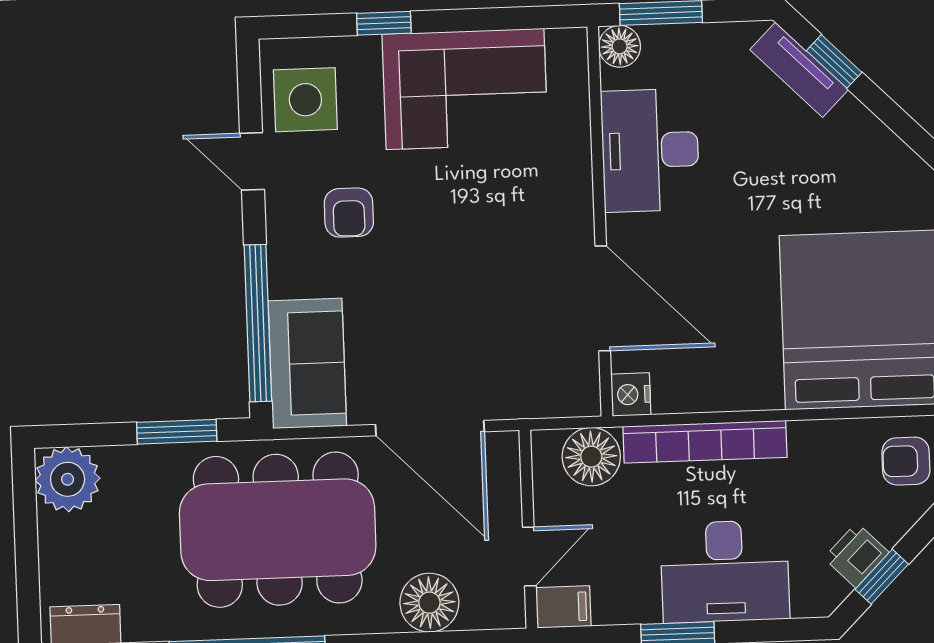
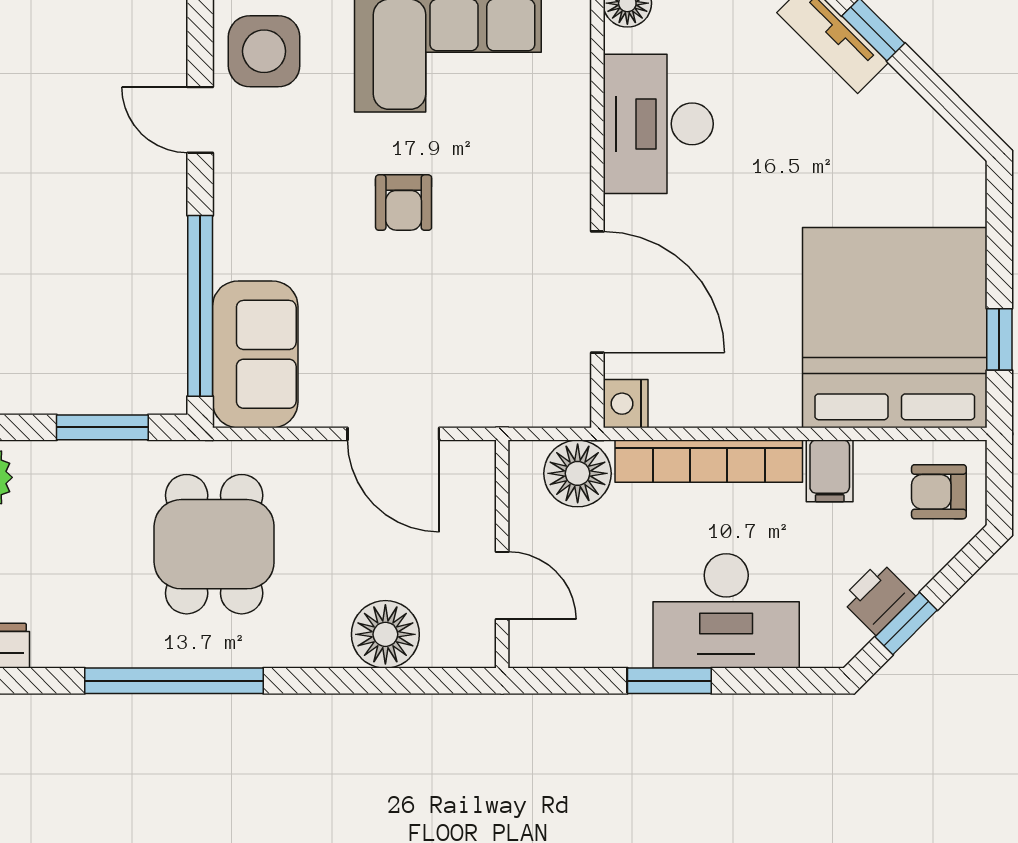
armchair: (349, 213) -> (404, 203), moved
door: (430, 428) -> (393, 434), width x0.73
dining table: (278, 530) -> (214, 544), width x0.53, depth x0.80
door: (529, 557) -> (502, 586), hinge flipped
filing cabinet: (563, 607) -> (830, 471), moved, turned 90

